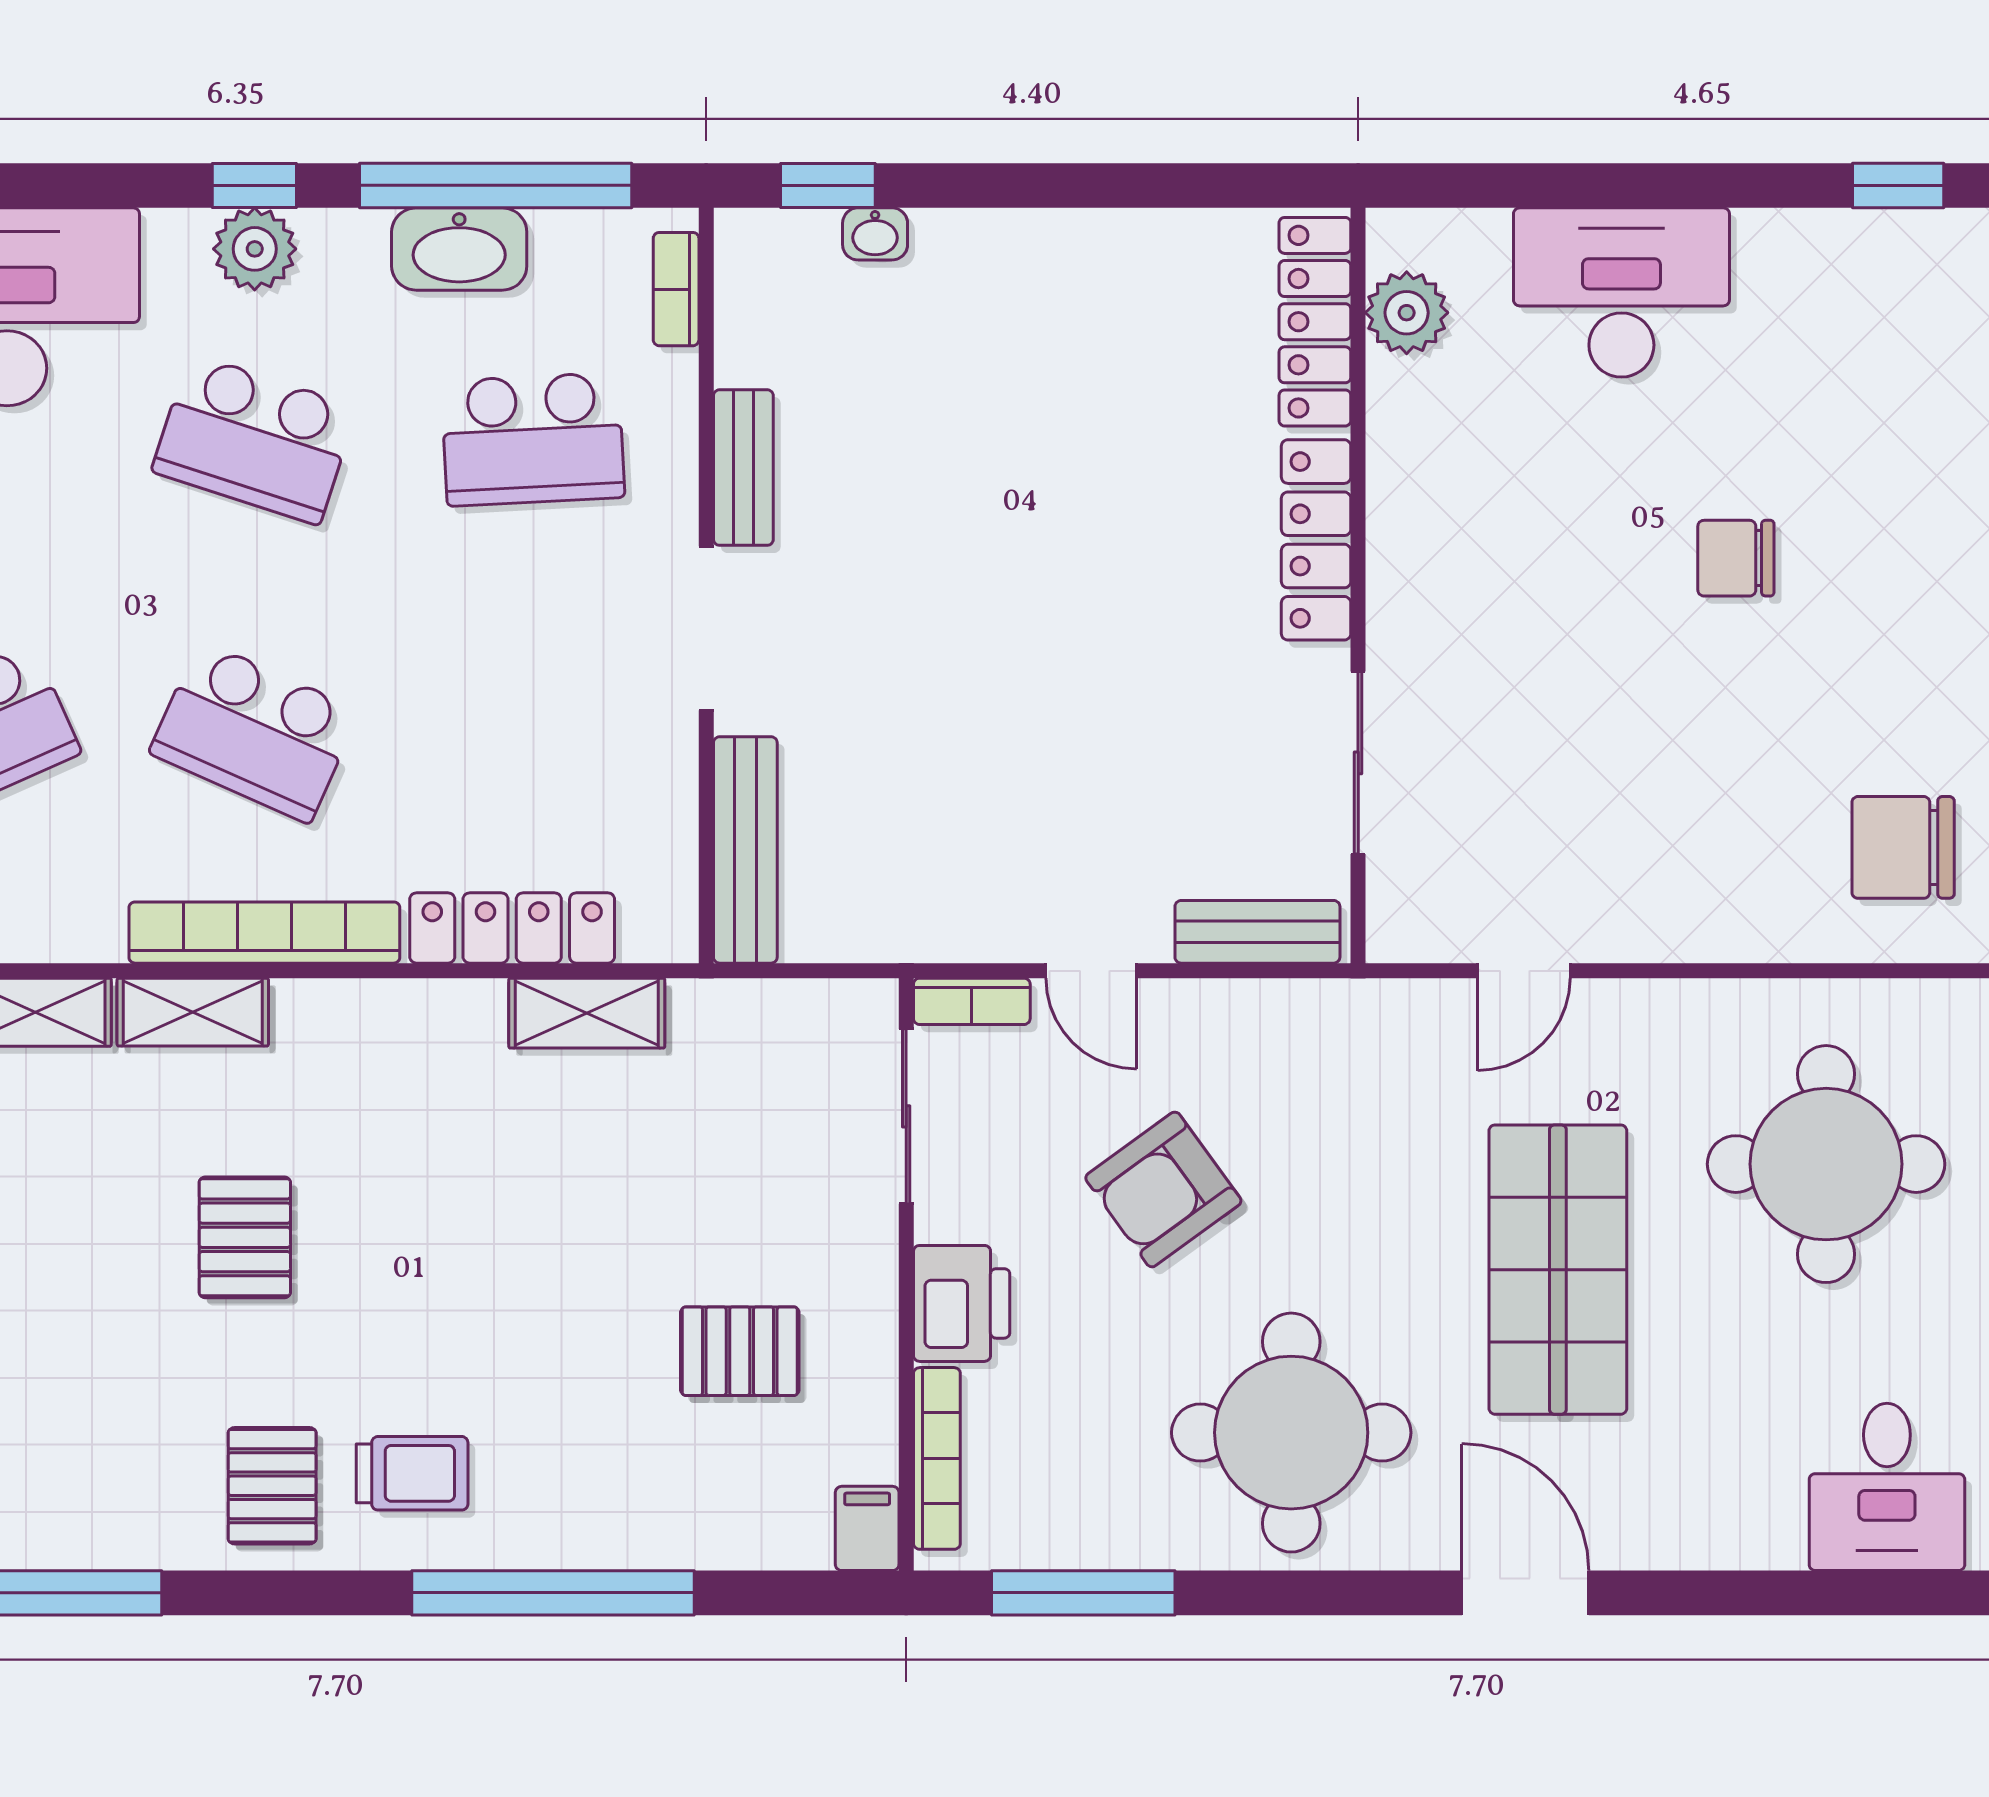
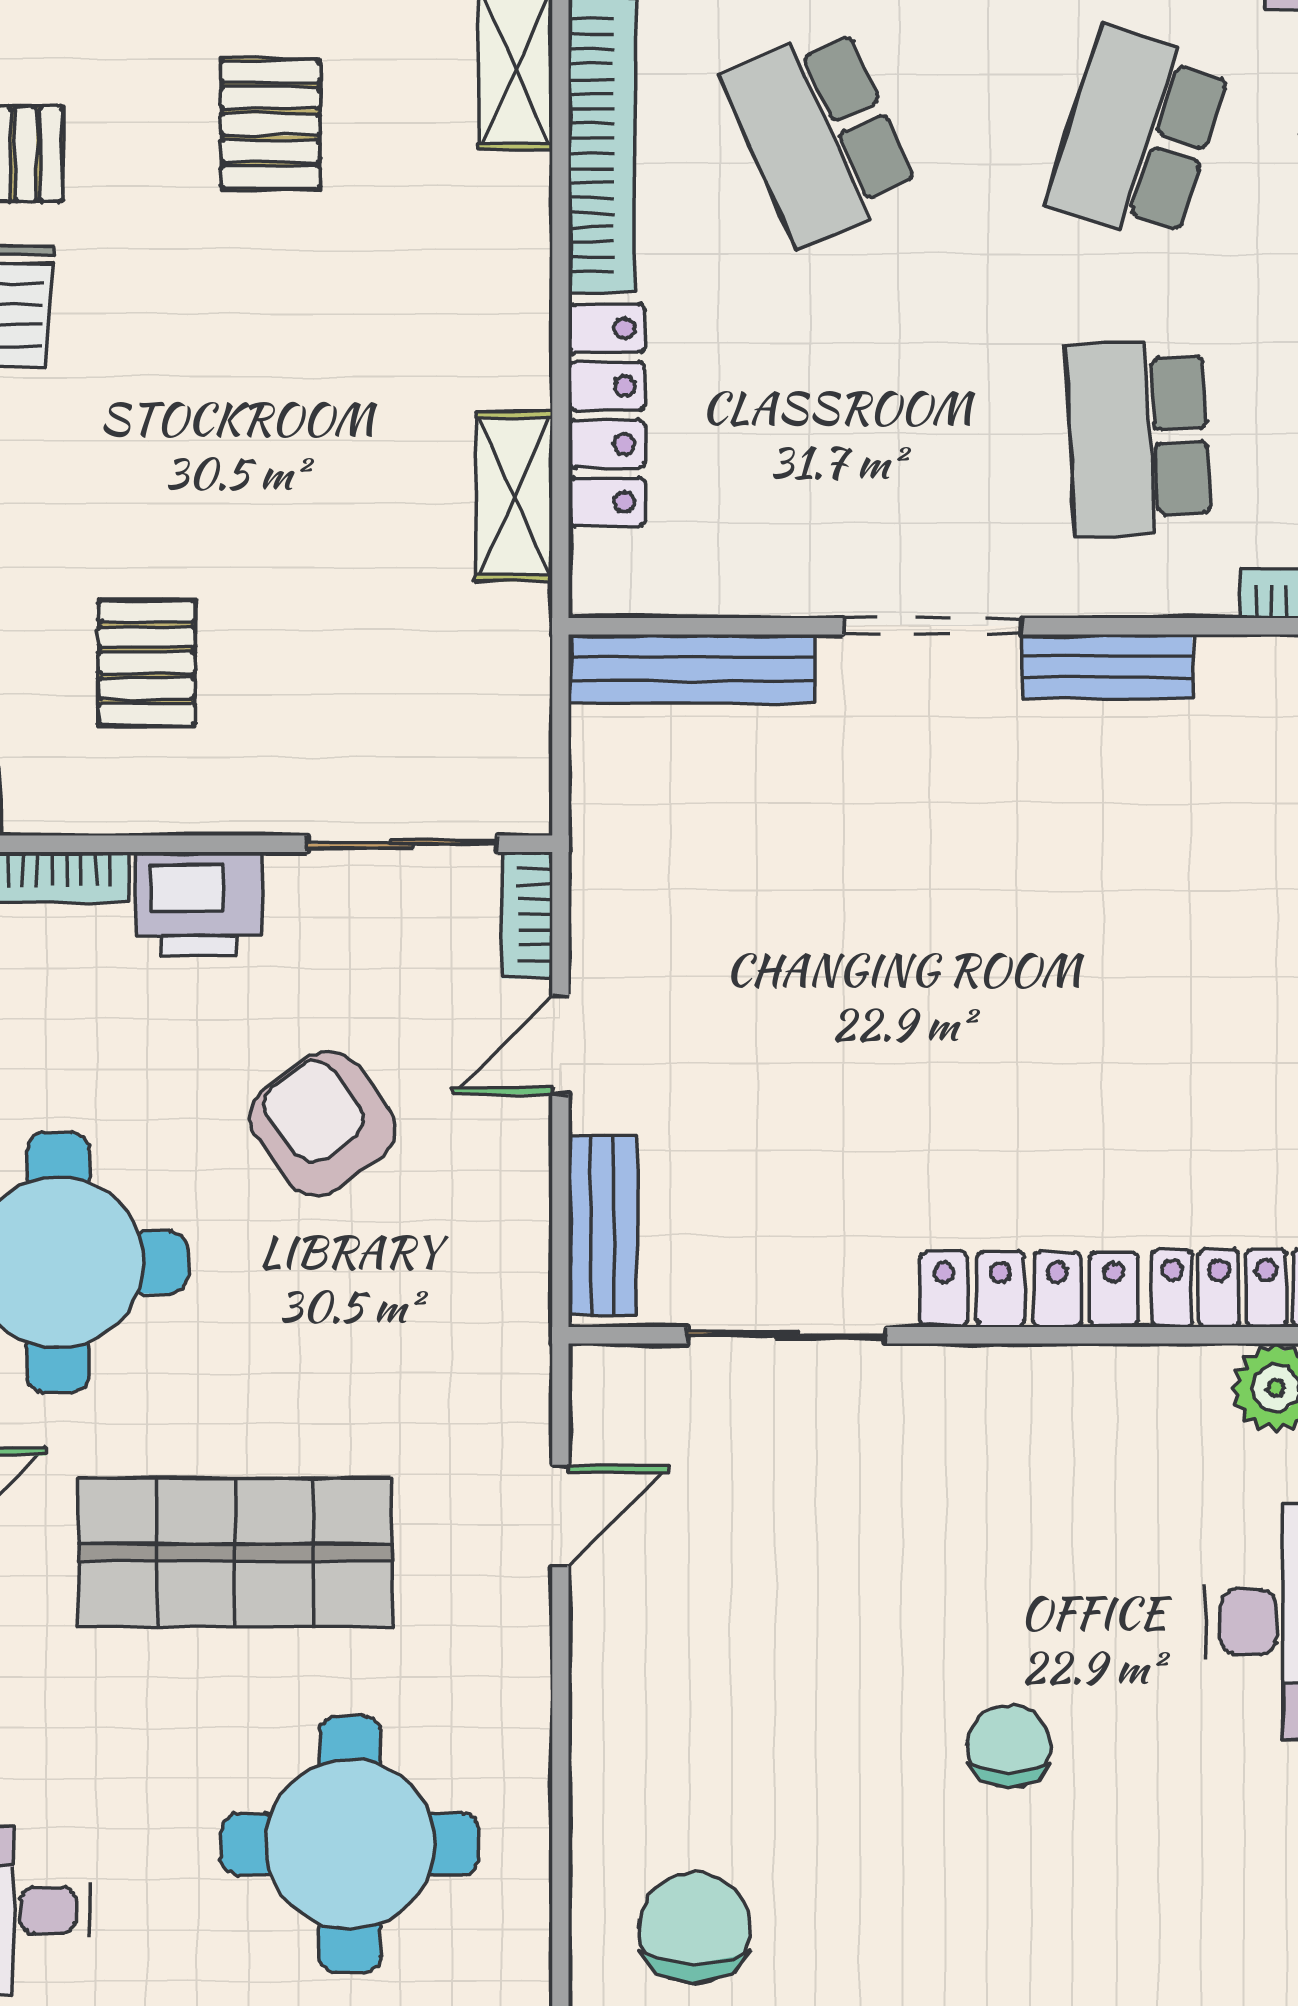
school desk: (254, 732) -> (820, 135), turned -48
door: (1524, 971) -> (560, 1515), swing flipped
pallet: (245, 1237) -> (270, 124), turned 90

